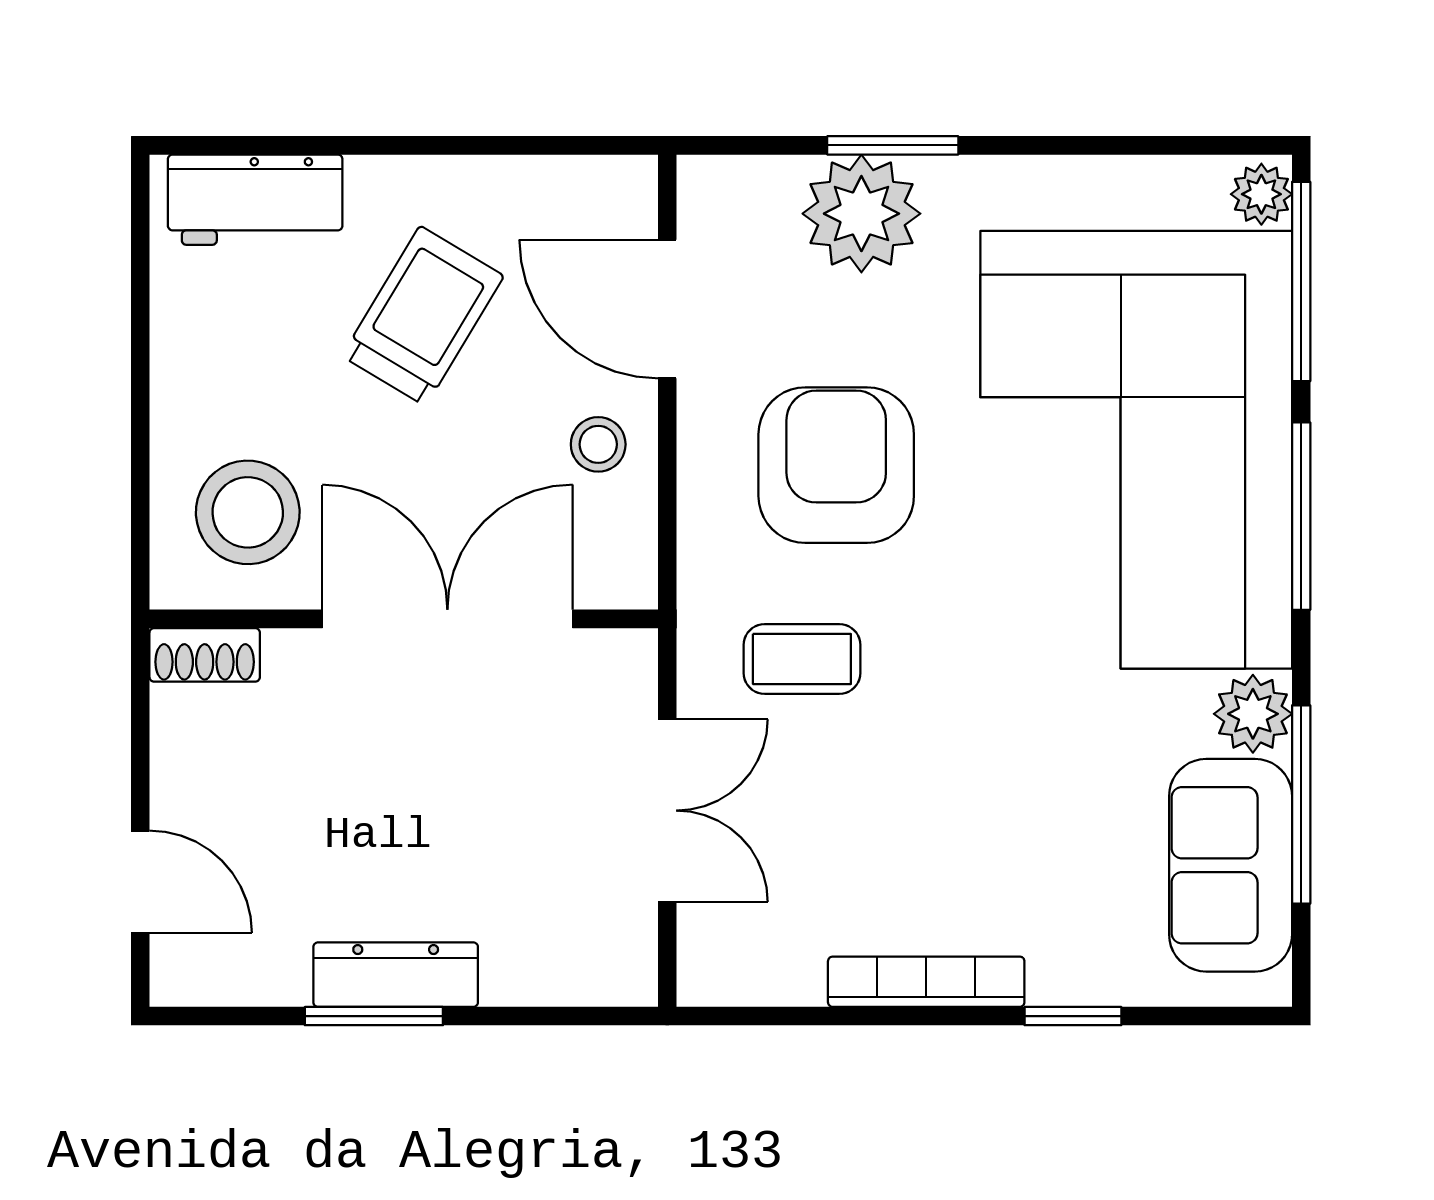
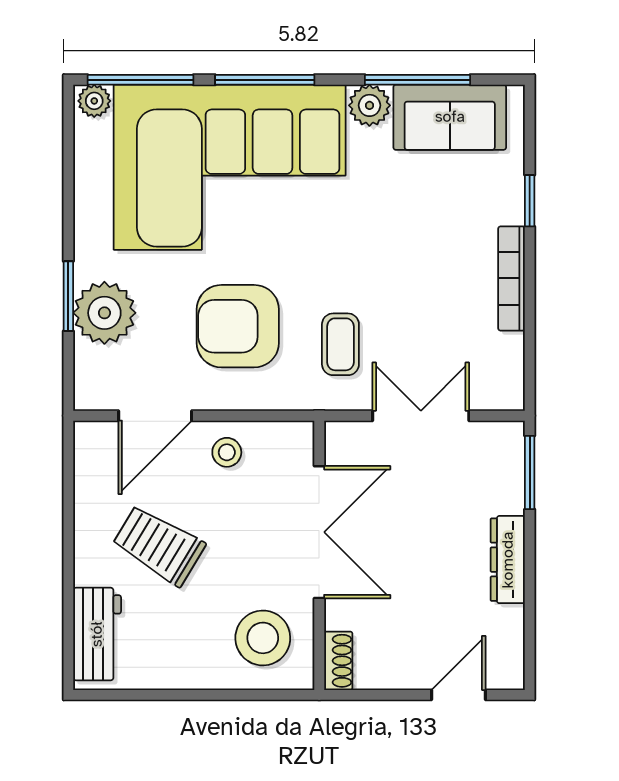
double door: (447, 619) -> (319, 532), swing flipped
window: (374, 1016) -> (530, 473), moved

